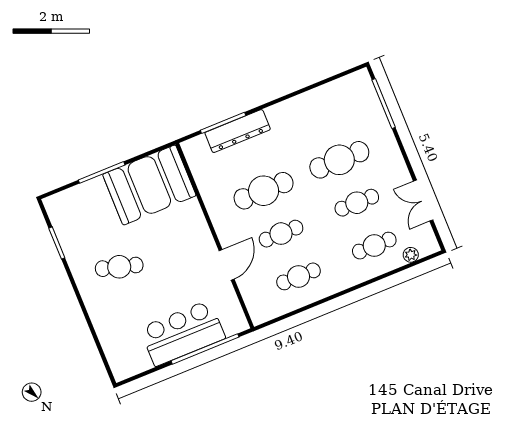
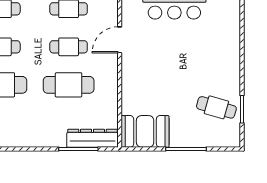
dresser: (238, 131) -> (92, 138), moved
booth: (149, 185) -> (145, 131), width x0.73, depth x0.70
cafe table: (119, 267) -> (216, 107), moved

